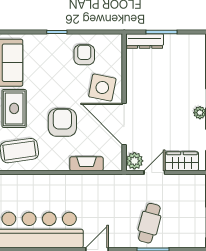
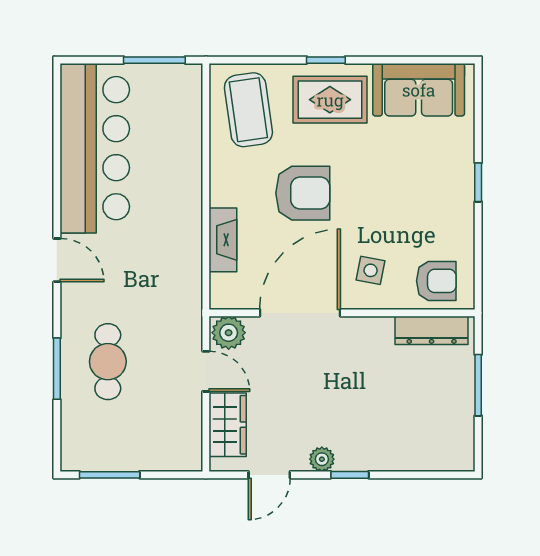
dresser: (145, 41) -> (432, 330), moved, turned -90
armchair: (84, 55) -> (436, 281), moved
side table: (102, 88) -> (371, 270), width x0.54, depth x0.54
cafe table: (149, 223) -> (108, 362), turned 75

